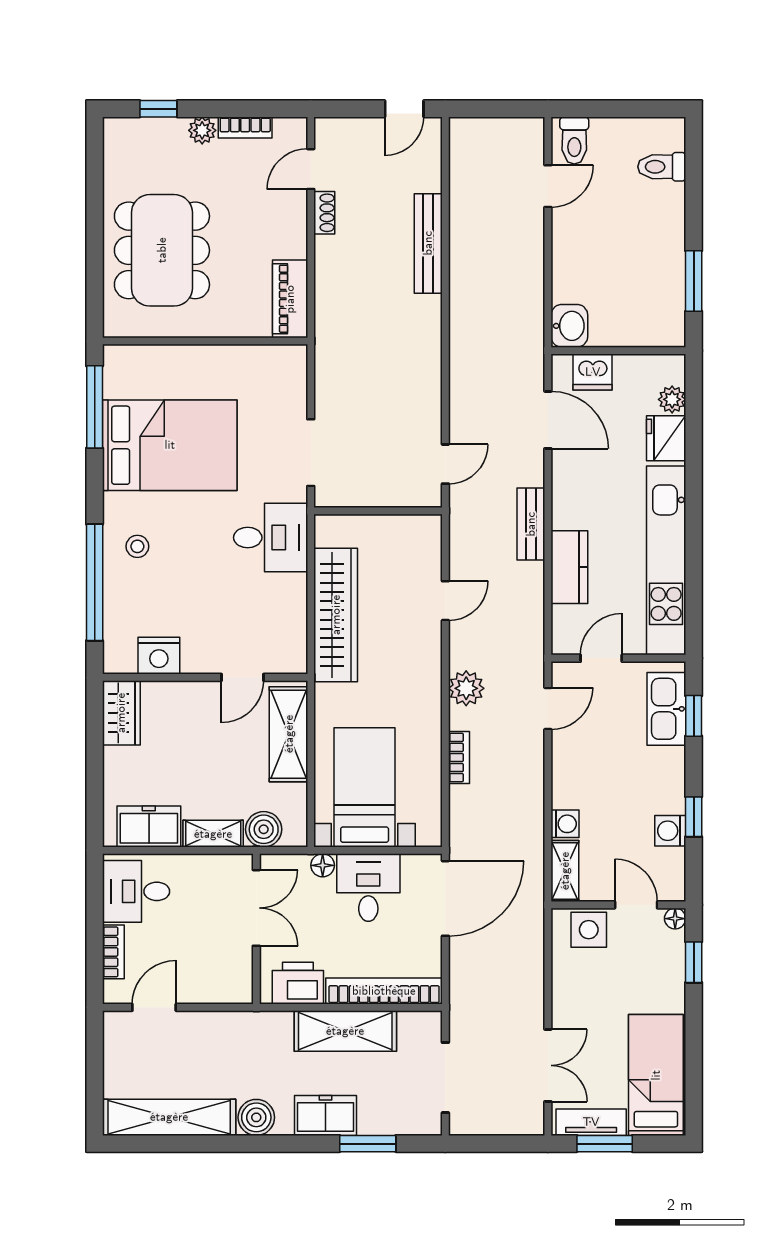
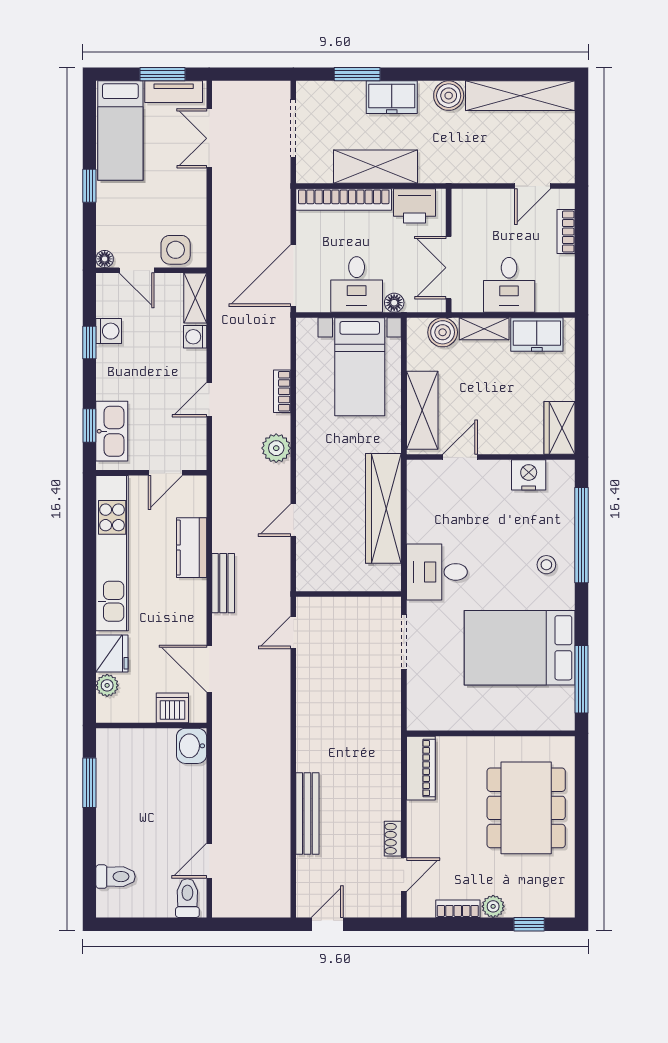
door: (548, 708) -> (209, 400), moved
desk: (136, 891) -> (509, 285), moved, turned 90
window: (694, 962) -> (89, 186), moved

